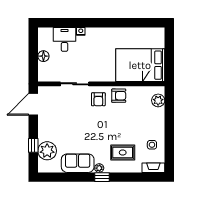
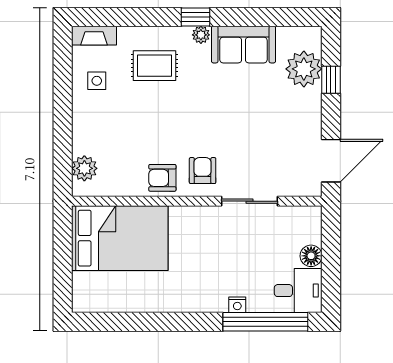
window: (67, 23) -> (265, 322), added
desk: (64, 39) -> (298, 291), moved, turned -90

